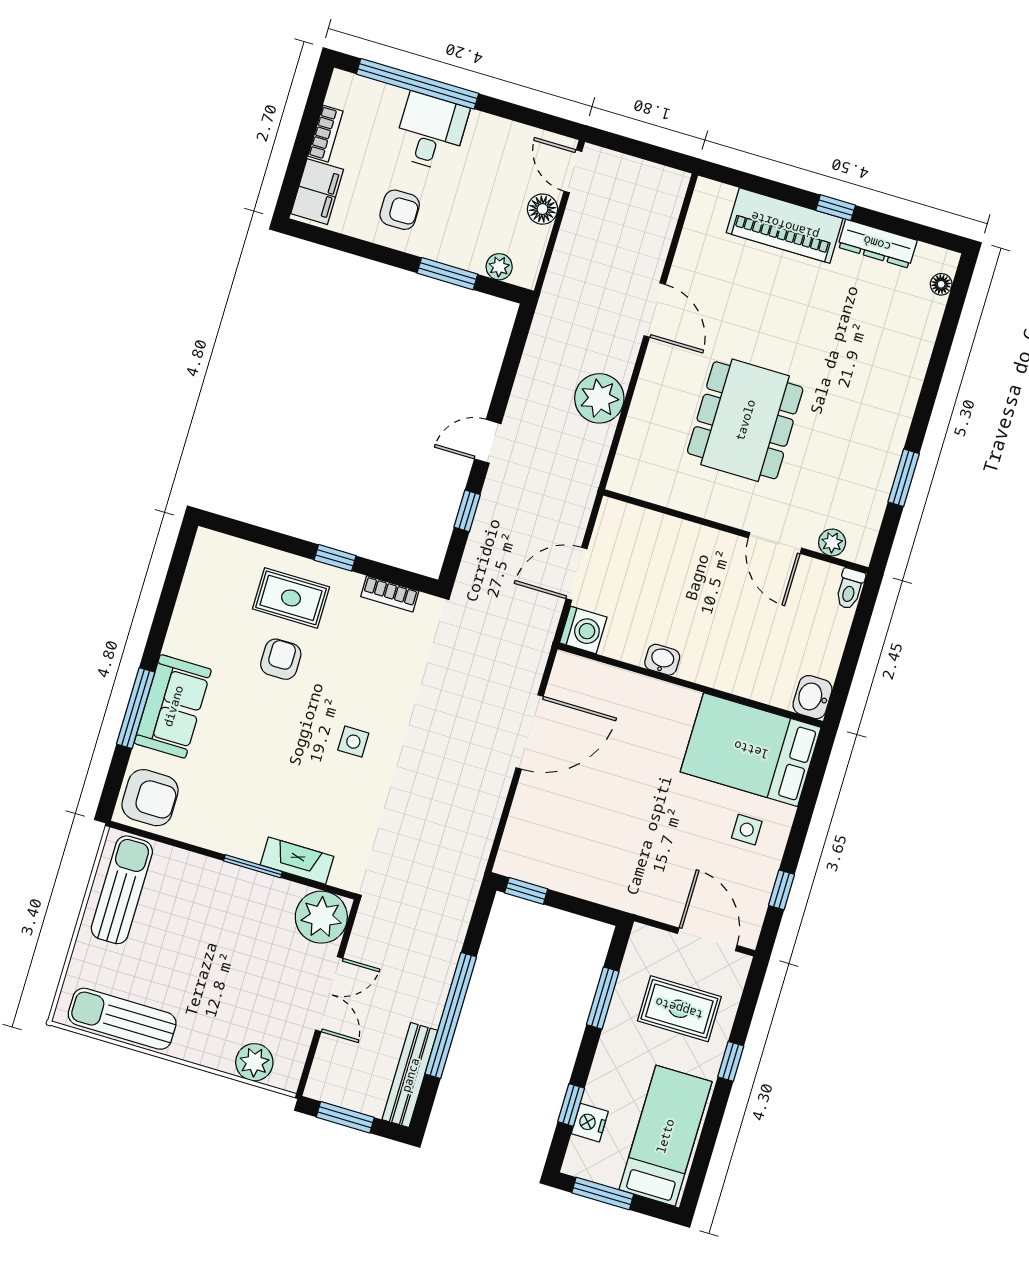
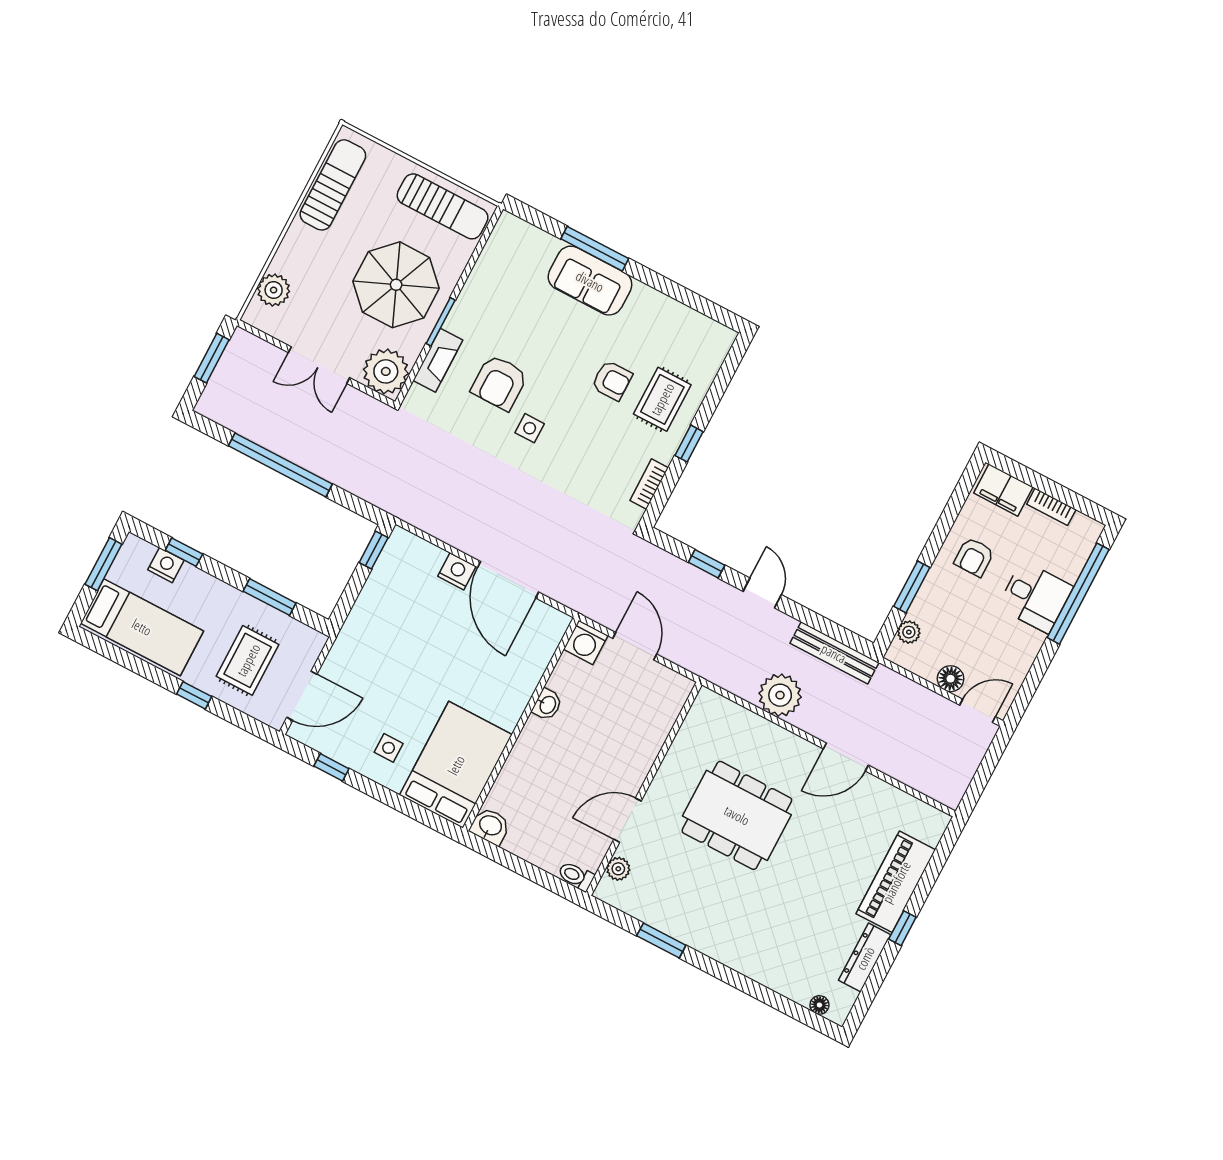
nightstand: (532, 792) -> (457, 571), added
armchair: (150, 798) -> (499, 383), moved
parasol: (221, 925) -> (396, 285), added
bench: (410, 1075) -> (834, 653), moved

